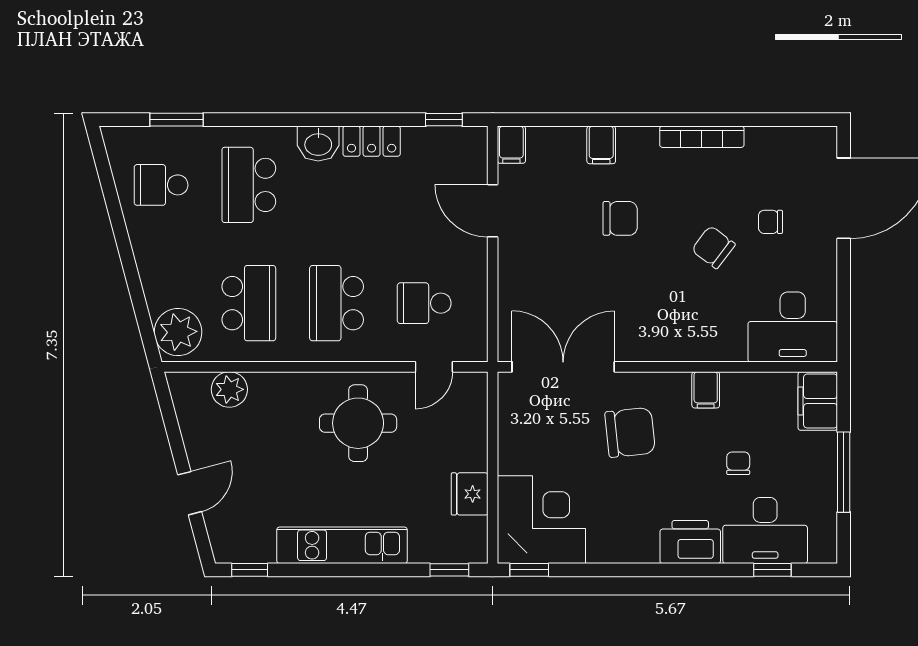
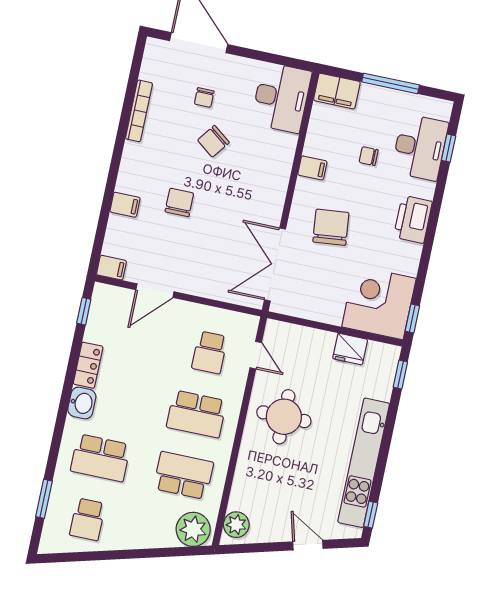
bookcase: (702, 137) -> (139, 111), moved
plant: (229, 389) -> (236, 525), moved
printer: (690, 542) -> (413, 219), moved
kitchen unit: (342, 545) -> (364, 463), width x1.36

